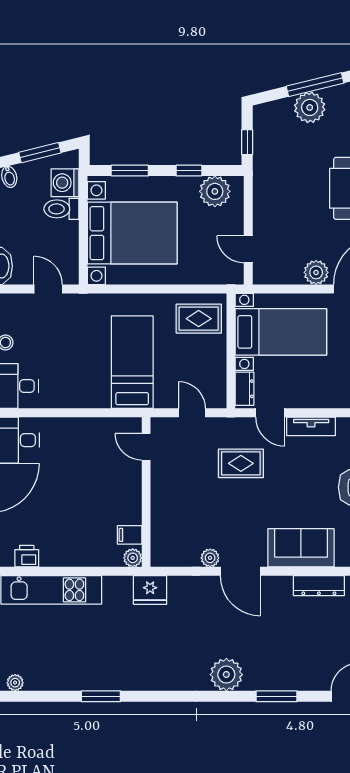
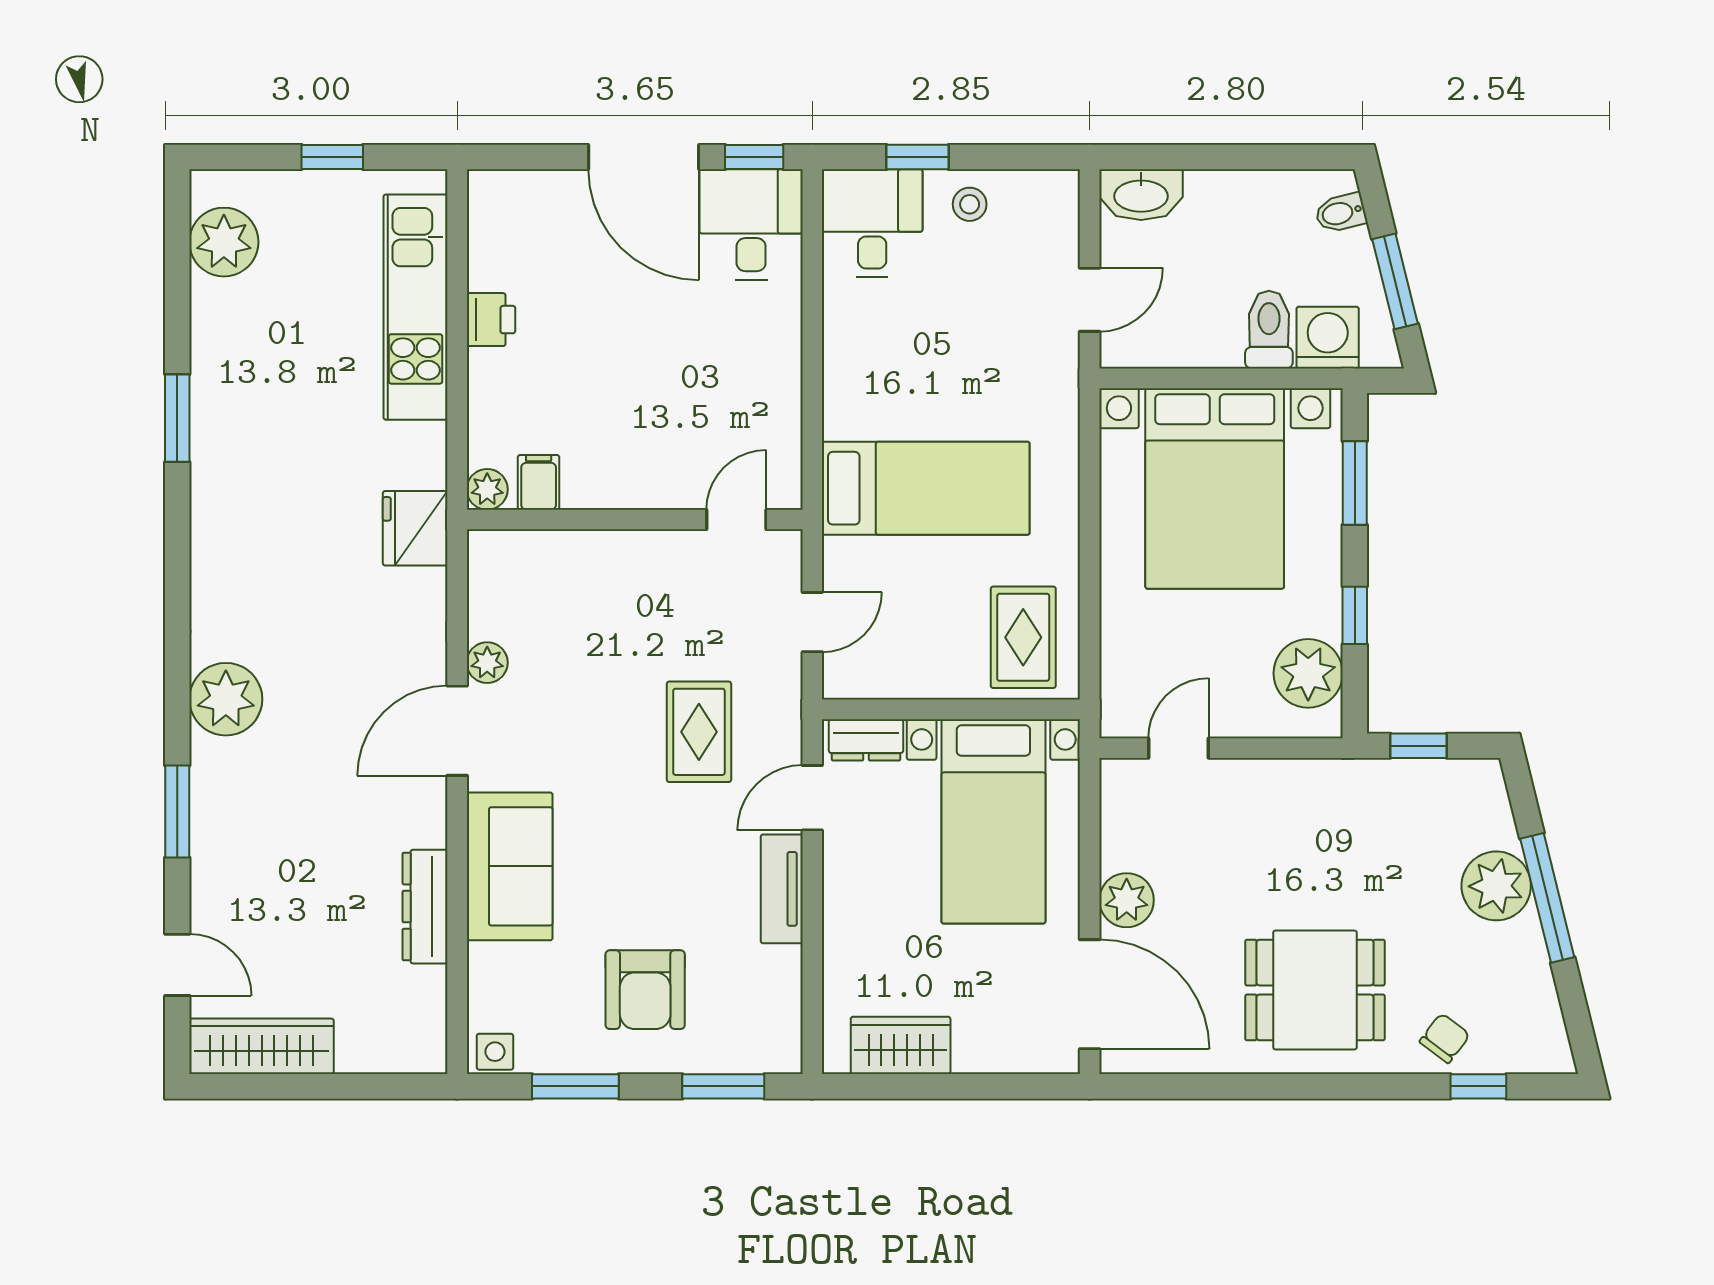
printer: (27, 556) -> (491, 320), moved
plant: (15, 683) -> (224, 242), width x1.87, depth x1.87

